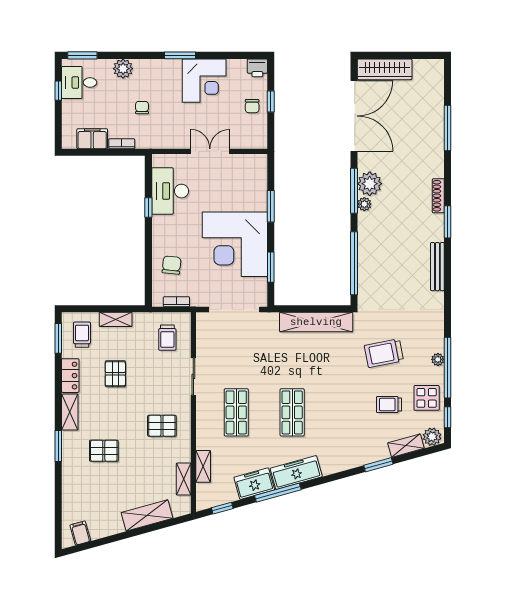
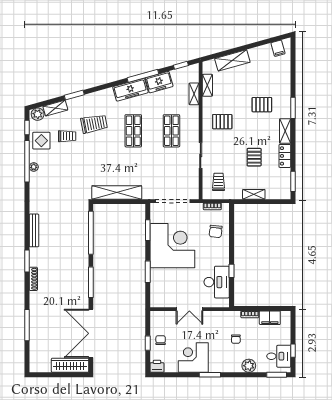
plant: (370, 184) -> (80, 287), removed
plant: (364, 204) -> (84, 273), removed
trolley: (82, 335) -> (277, 184), removed
trolley: (384, 353) -> (94, 124), moved

